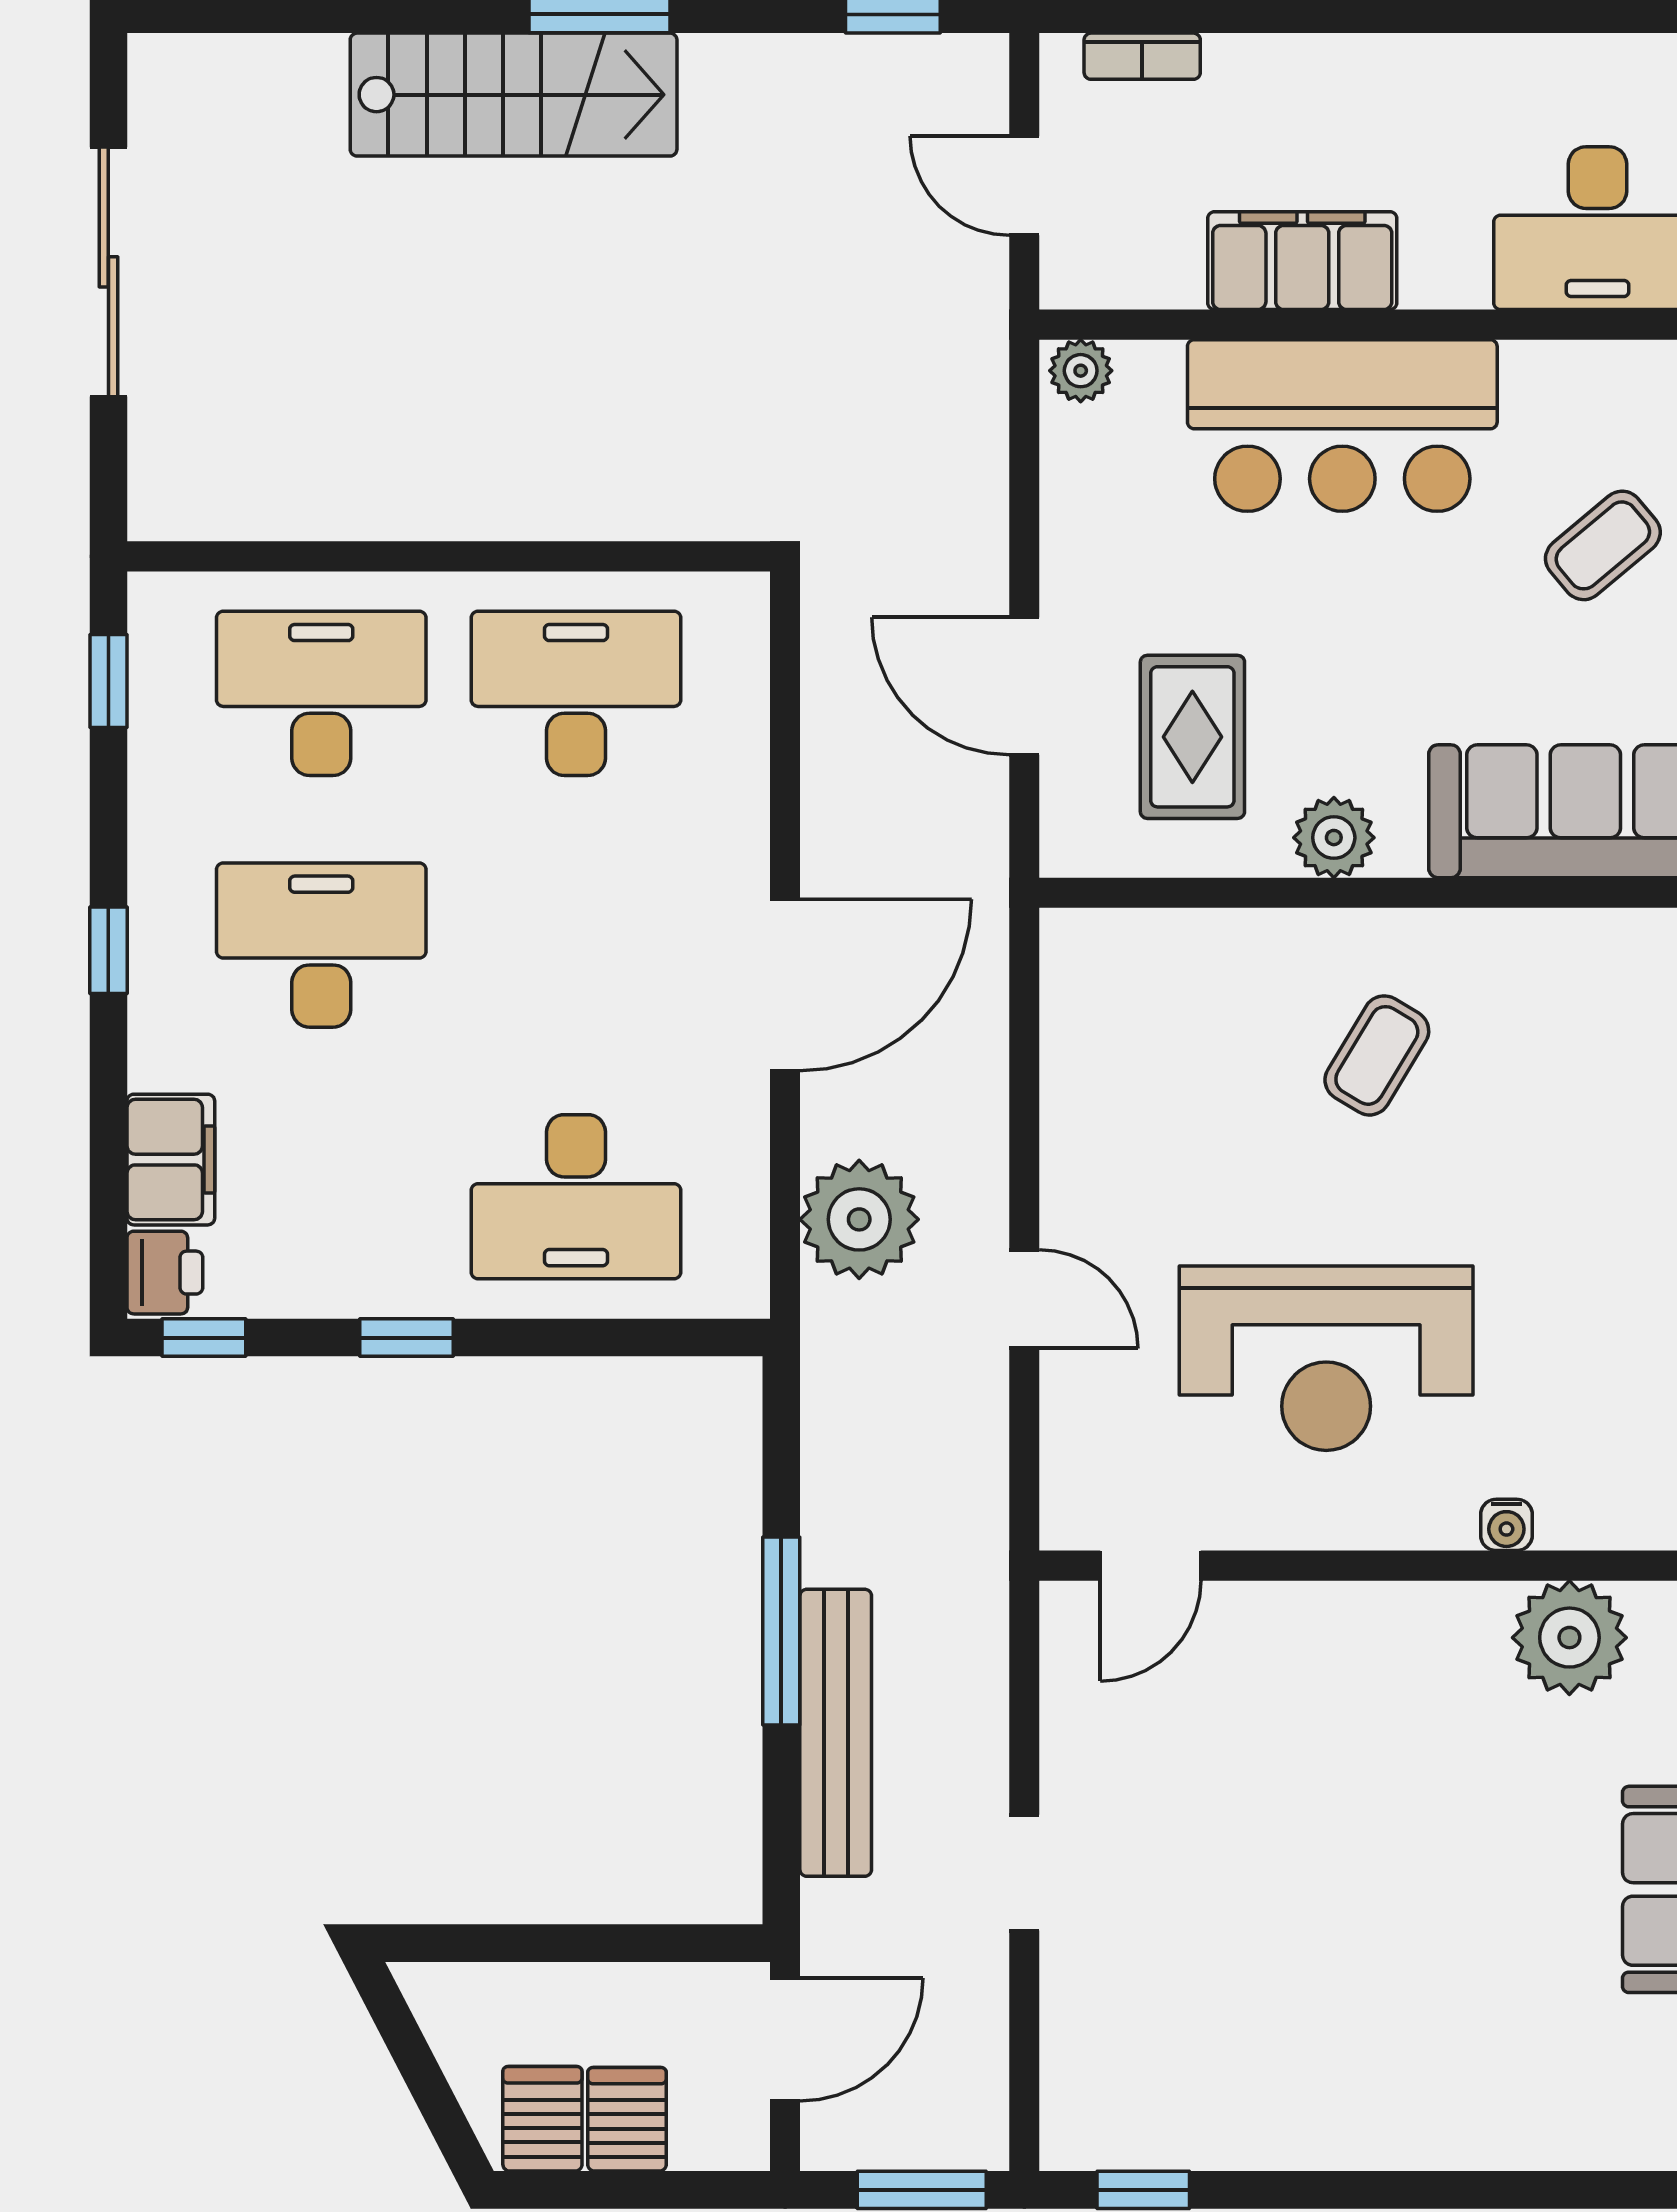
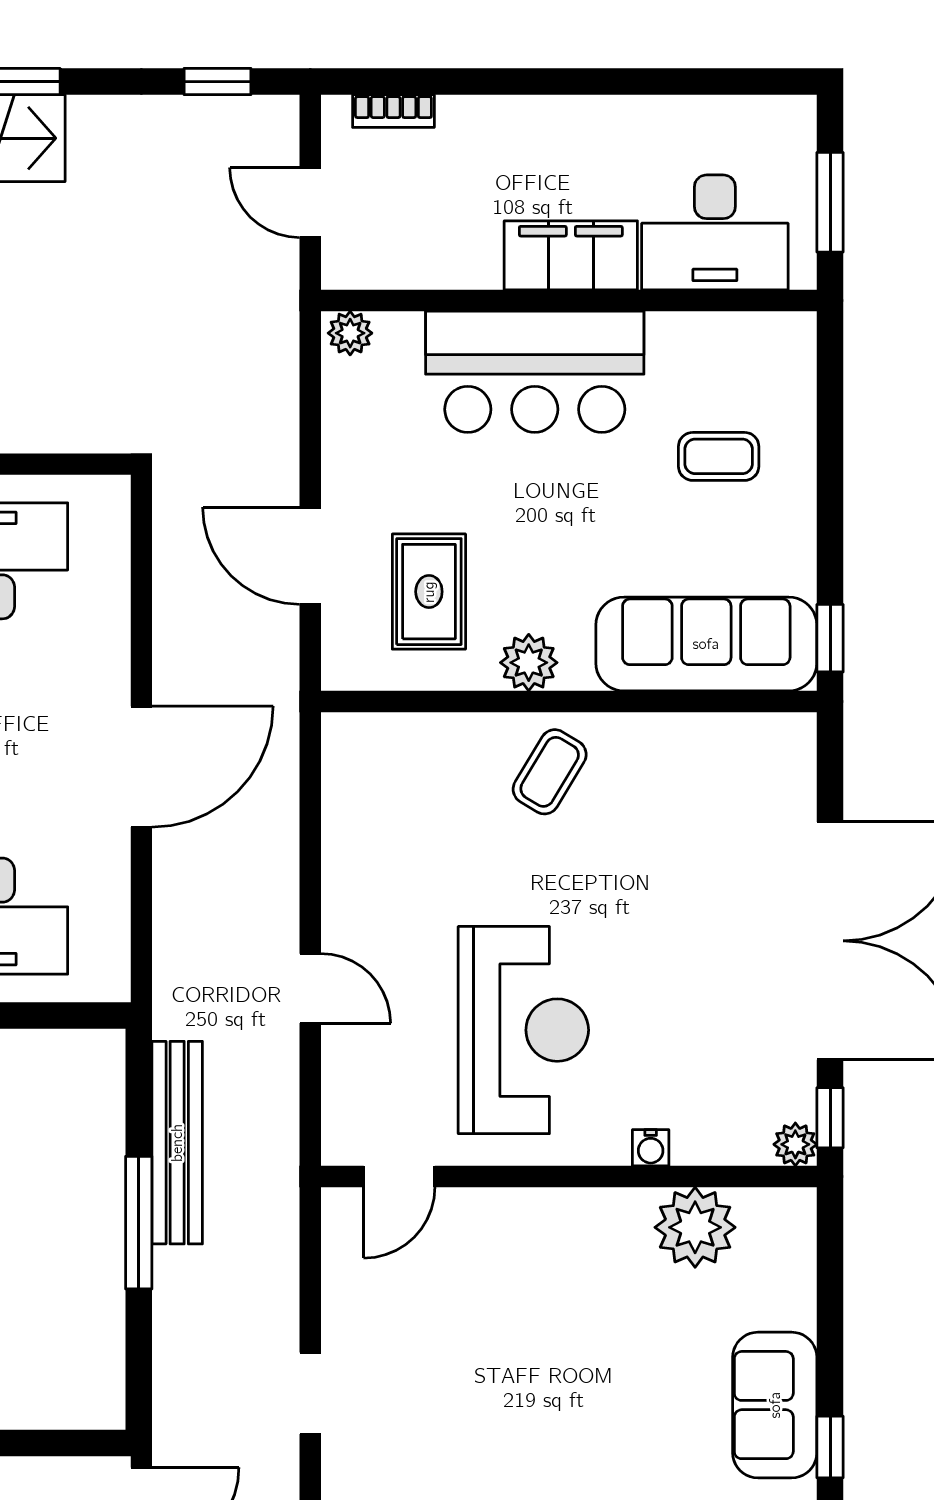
filing cabinet: (1302, 261) -> (571, 255), moved
coffee table: (1603, 545) -> (719, 456), turned 40
coffee table: (1377, 1055) -> (550, 772), moved
plant: (859, 1219) -> (194, 932), removed
reception desk: (1326, 1358) -> (523, 1030), turned -90
bench: (836, 1733) -> (177, 1143), moved

